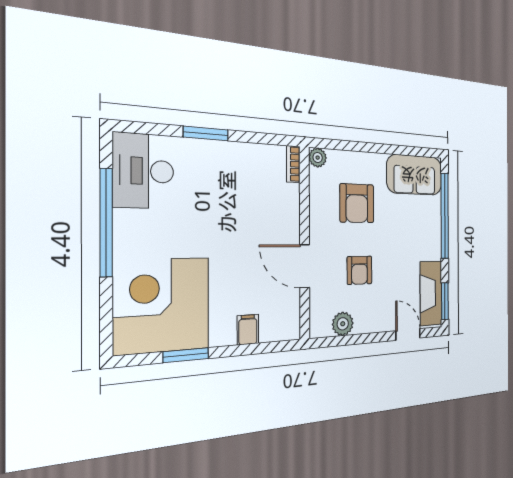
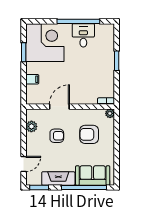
desk: (143, 171) -> (83, 35), moved, width x0.73
sofa: (415, 175) -> (93, 175), moved, turned 90
armchair: (360, 270) -> (57, 136), turned 180
fireplace: (431, 293) -> (58, 178), moved

